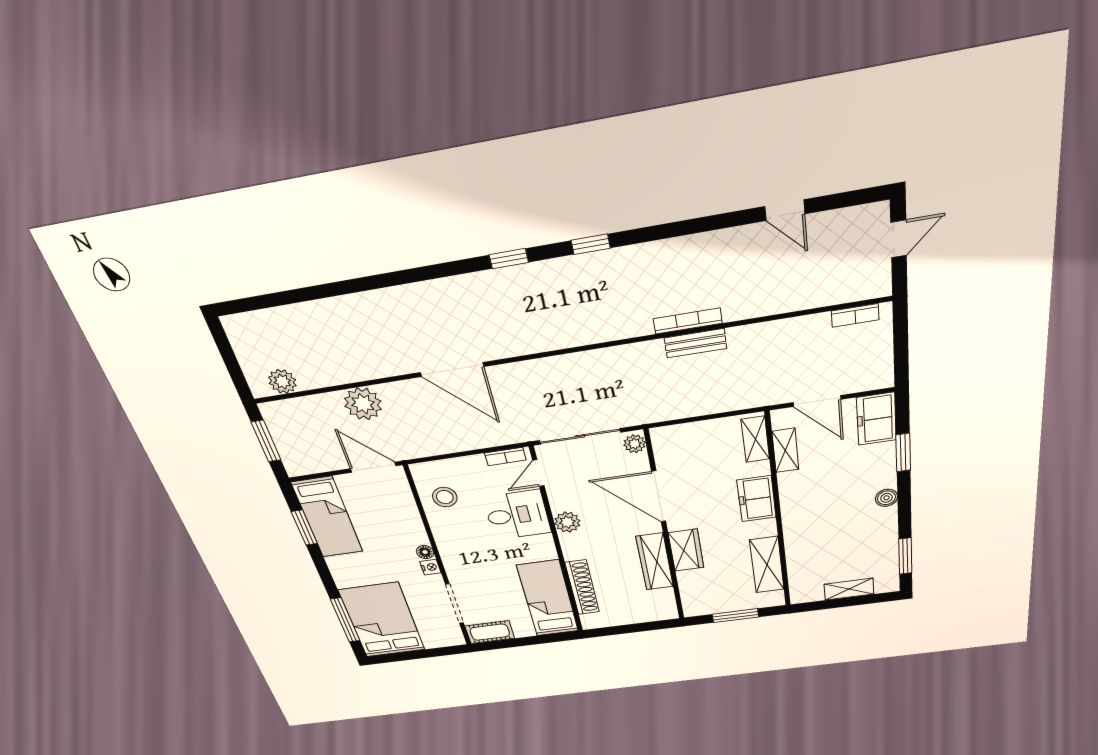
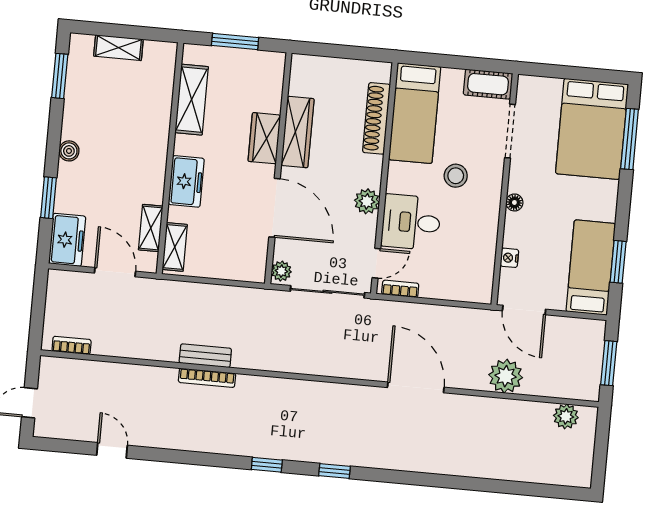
stool: (445, 497) -> (456, 176), moved
nightstand: (430, 567) -> (509, 258), moved

